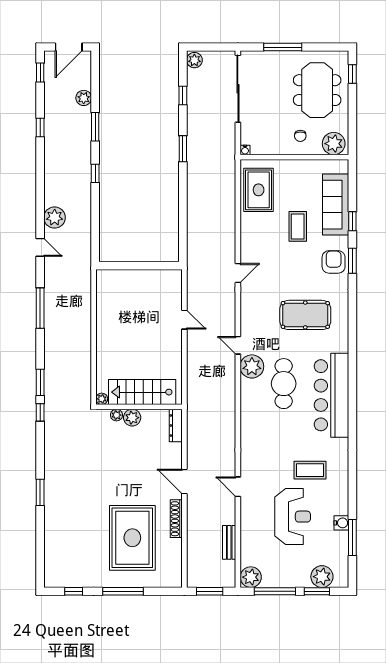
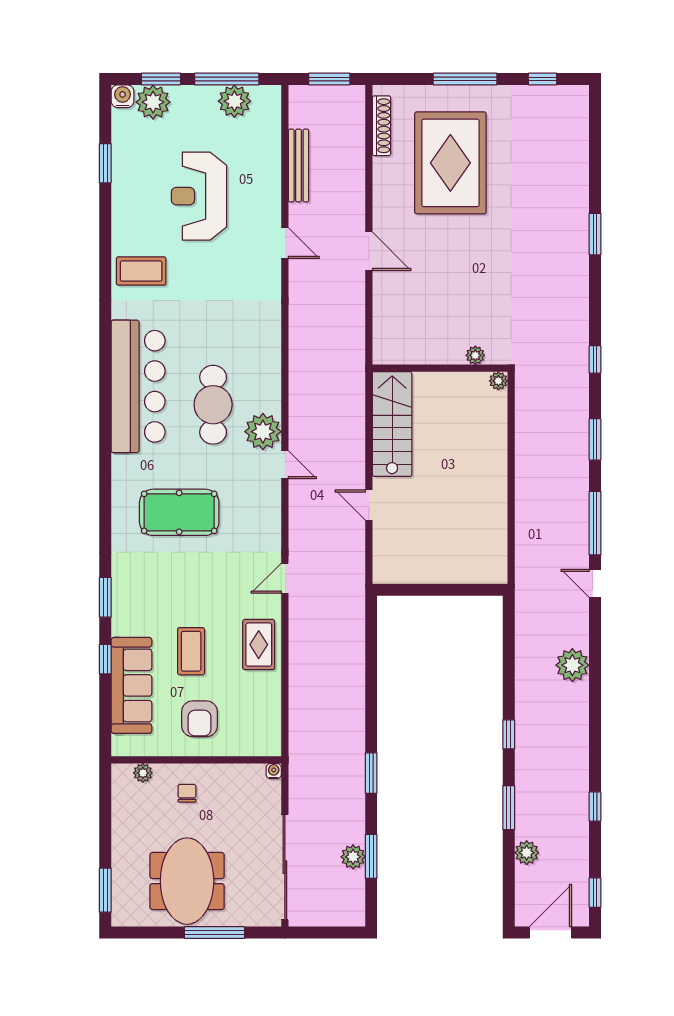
plant: (194, 60) -> (353, 857), moved
window: (352, 74) -> (105, 890), width x1.50
meeting table: (317, 90) -> (187, 881), moved
window: (183, 96) -> (371, 856), width x1.50
plant: (334, 144) -> (143, 773), width x0.53, depth x0.53
rug: (259, 190) -> (259, 645), moved, width x0.73, depth x0.70
door: (40, 247) -> (595, 583), moved
armchair: (334, 262) -> (199, 719), moved
window: (40, 382) -> (595, 439), moved
stairs: (142, 392) -> (392, 424), moved, turned -90
plant: (132, 418) -> (451, 351), removed
dresser: (176, 426) -> (382, 339), removed
coffee table: (310, 470) -> (141, 271), moved
shoe rack: (176, 519) -> (381, 126), moved
water cooler: (341, 523) -> (122, 96), moved, turned 90
window: (352, 538) -> (105, 163), width x0.69
bench: (229, 542) -> (299, 165), width x1.36
plant: (251, 577) -> (234, 101), moved

